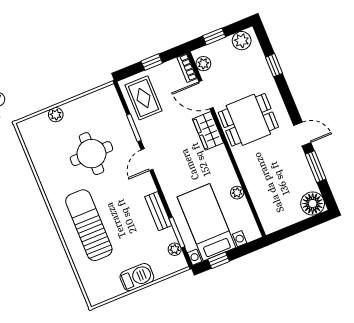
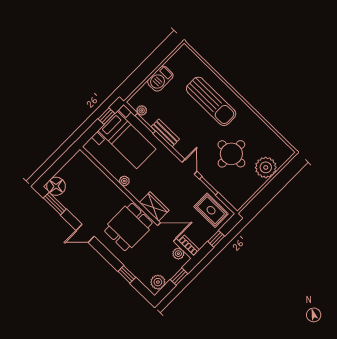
plant: (56, 115) -> (266, 167), width x1.88, depth x1.88
window: (316, 167) -> (55, 204), moved
plant: (237, 193) -> (124, 181), moved

